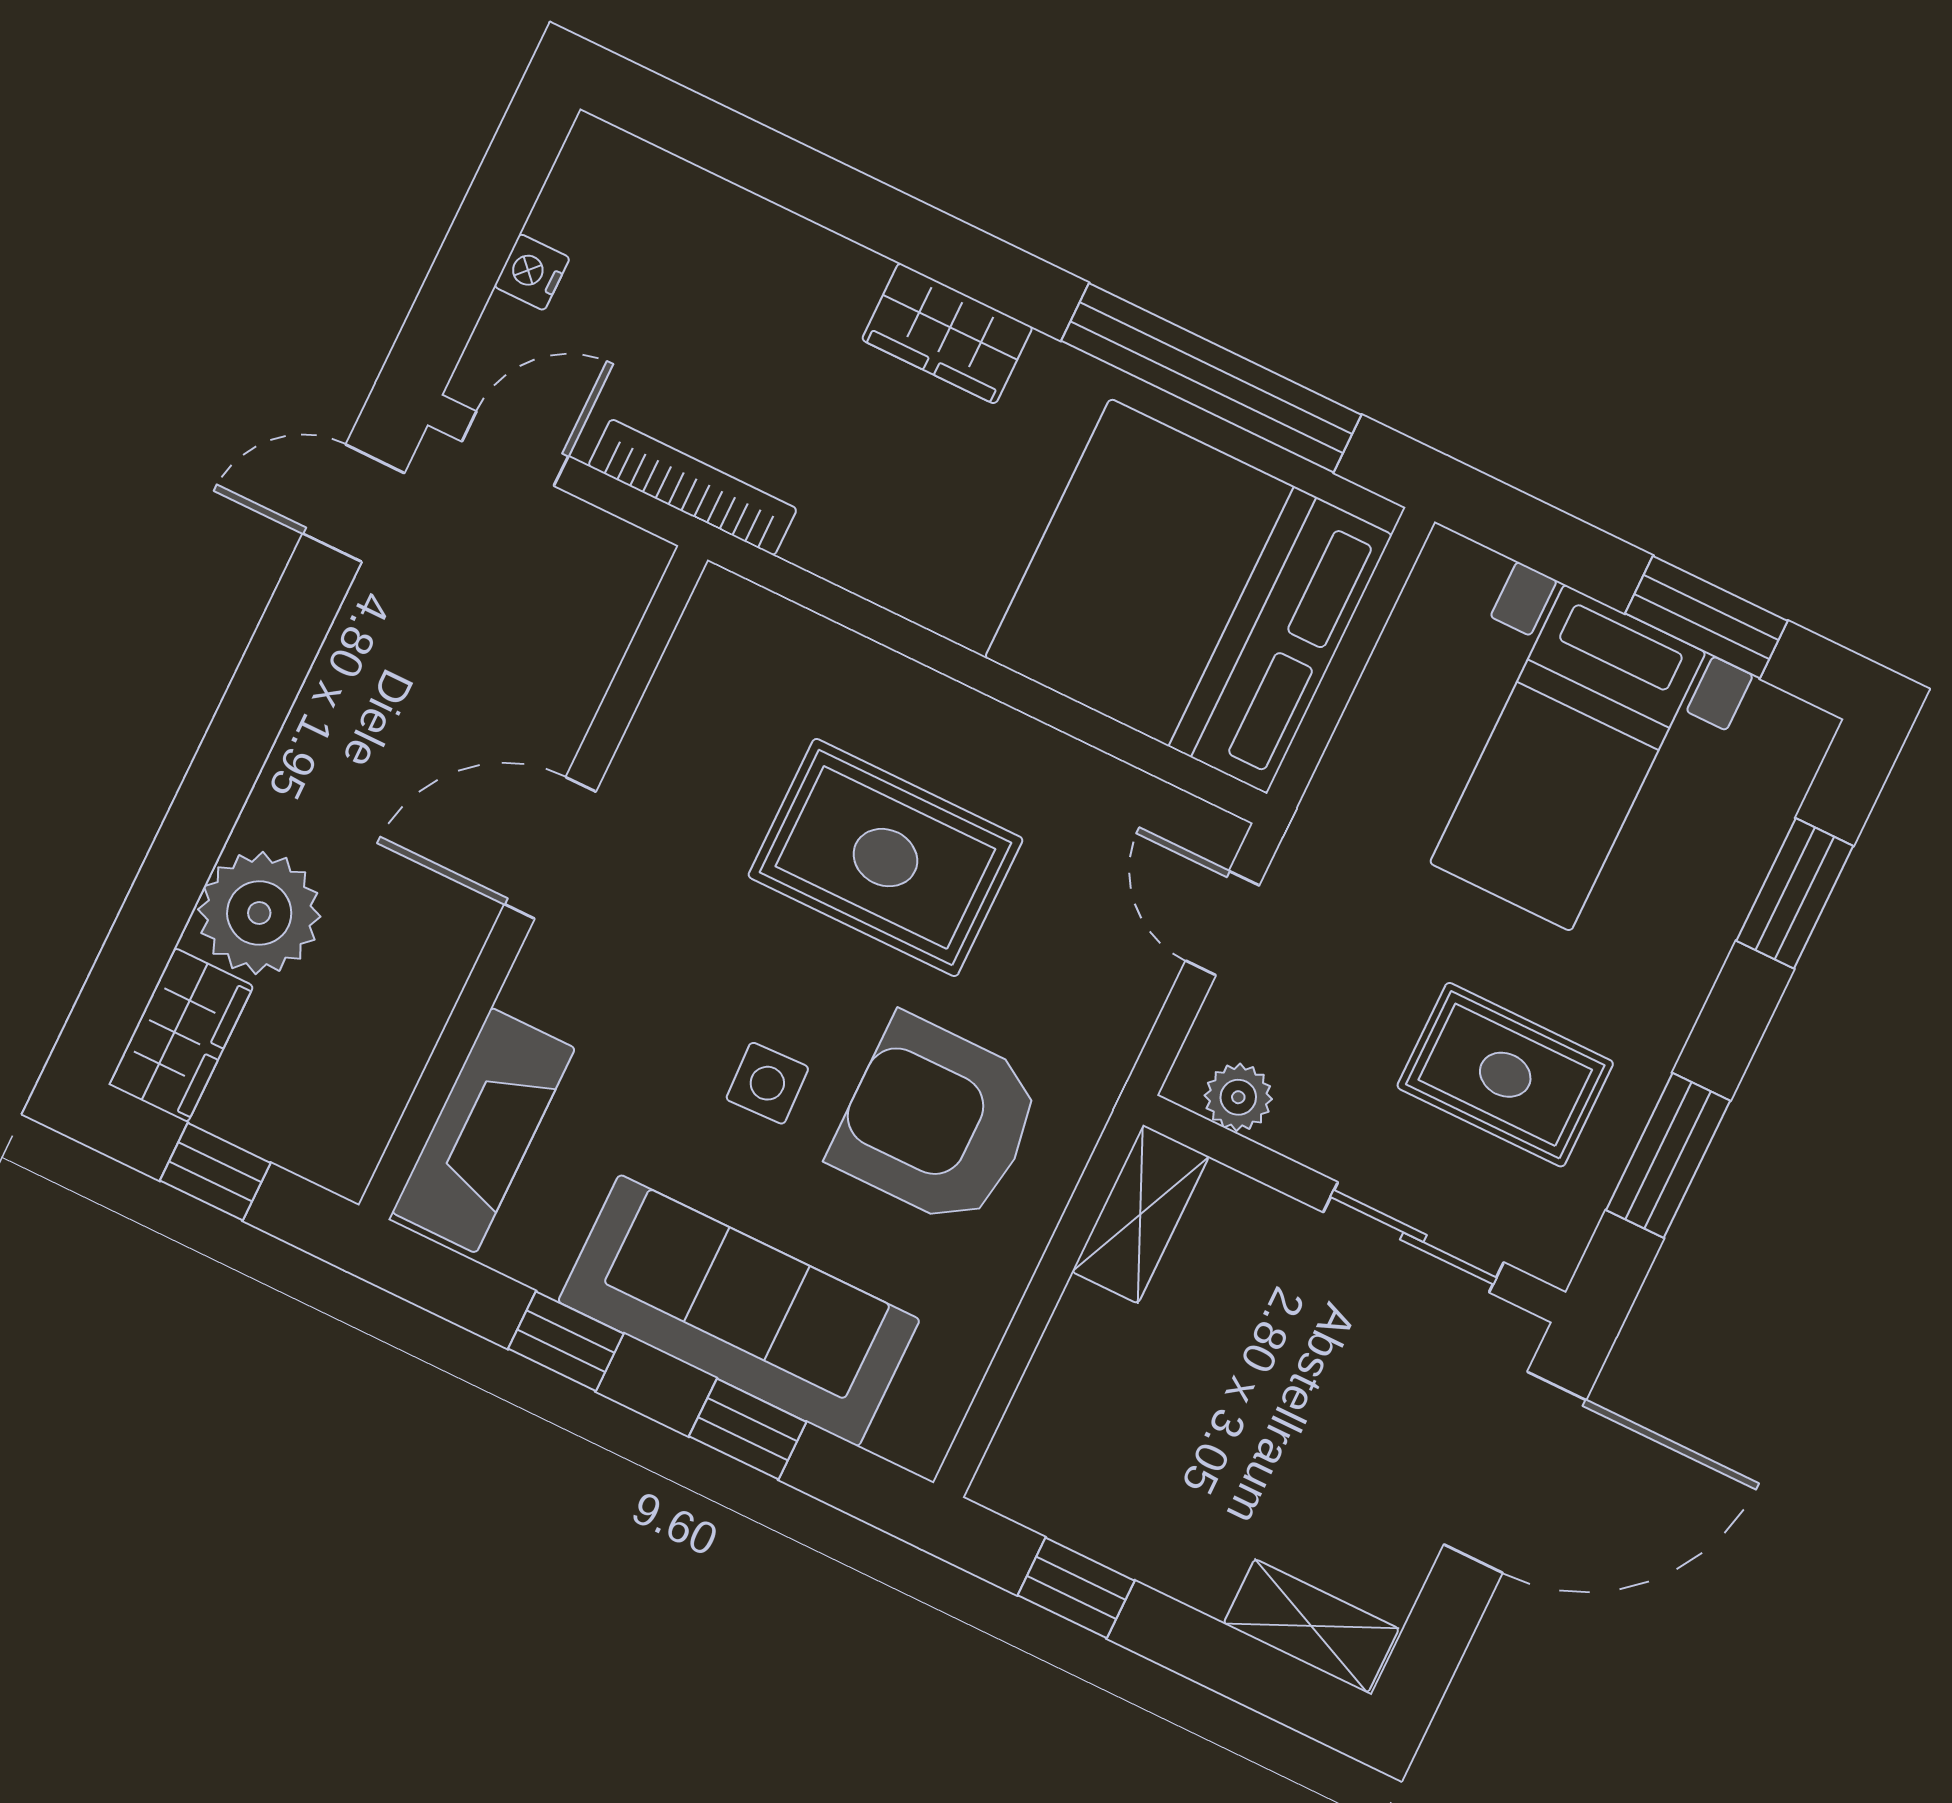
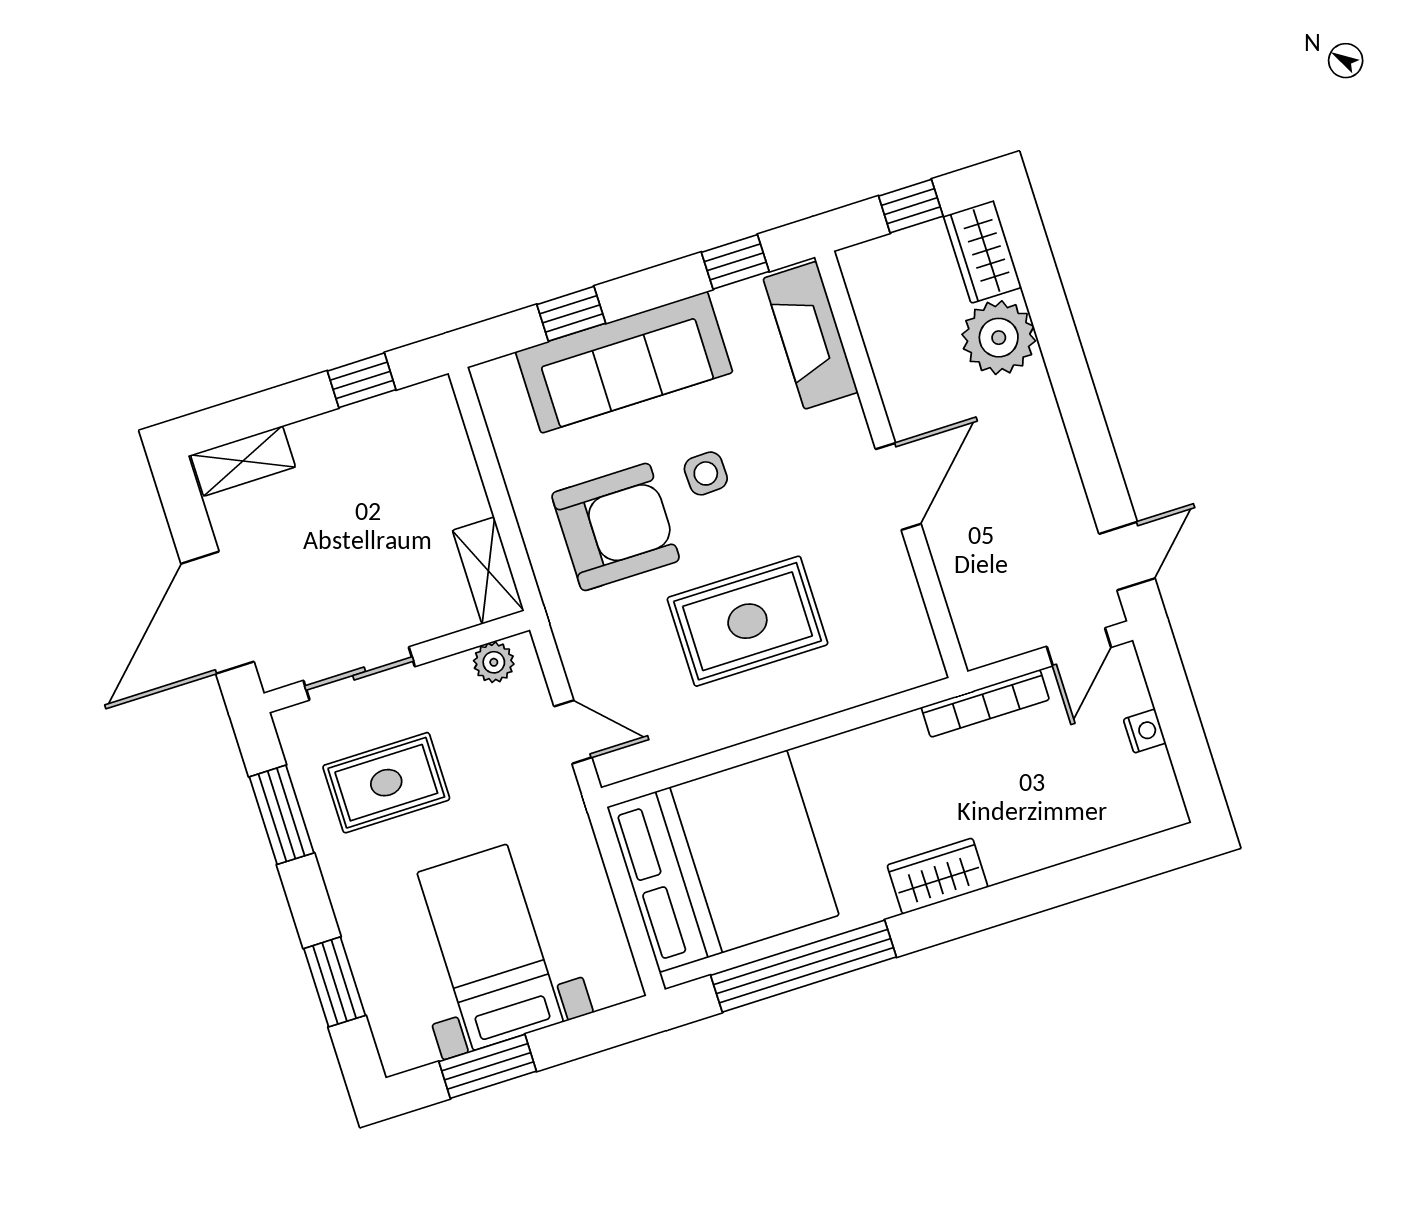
window: (566, 1341) -> (735, 262), moved

